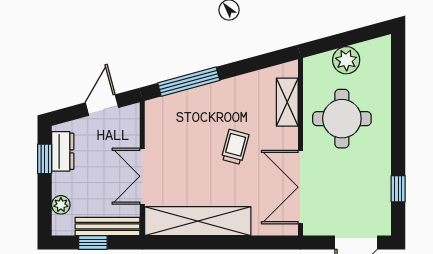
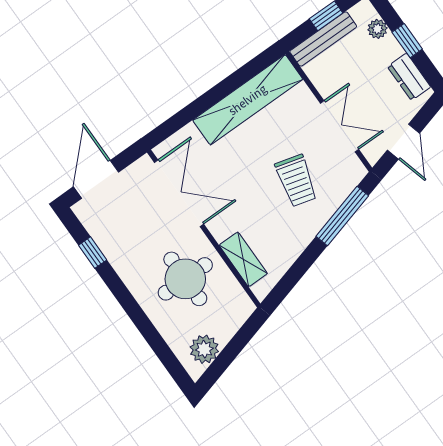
plant: (346, 60) -> (204, 349), moved
trolley: (235, 147) -> (296, 181), moved, width x1.36, depth x1.39
window: (45, 159) -> (407, 41), moved
double door: (142, 176) -> (339, 126), moved

